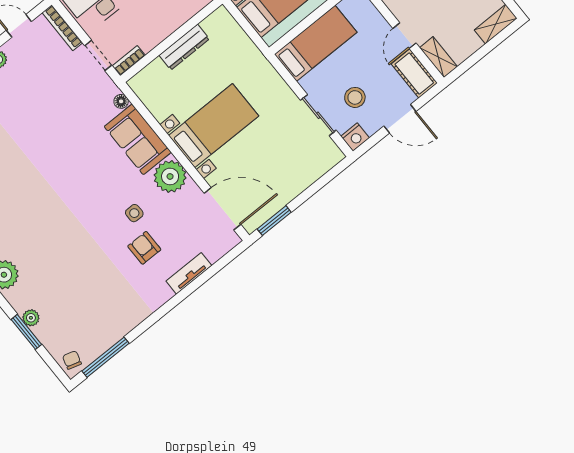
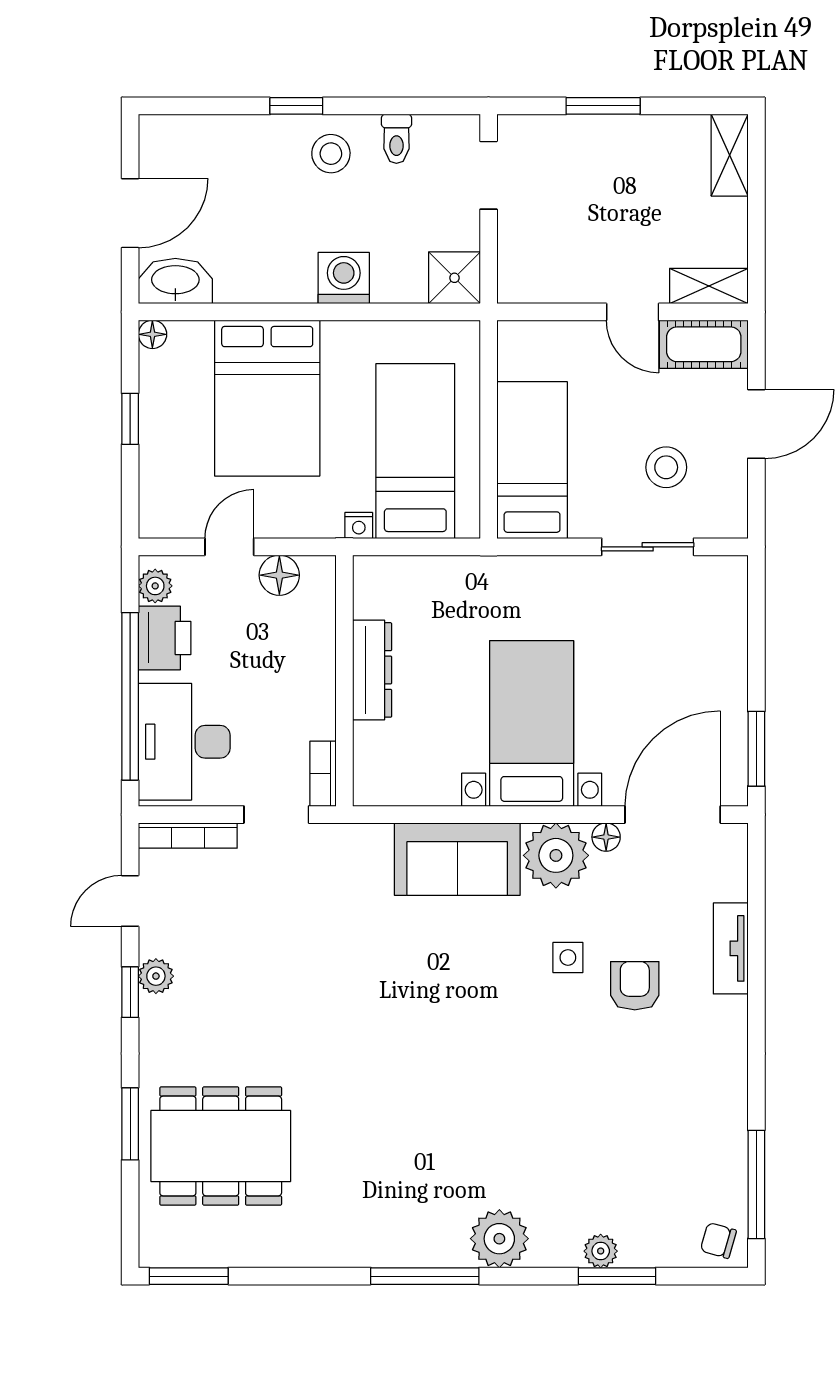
floor lamp: (121, 101) -> (606, 837), moved
nightstand: (355, 137) -> (728, 517), removed
armchair: (144, 248) -> (635, 986), turned 90

